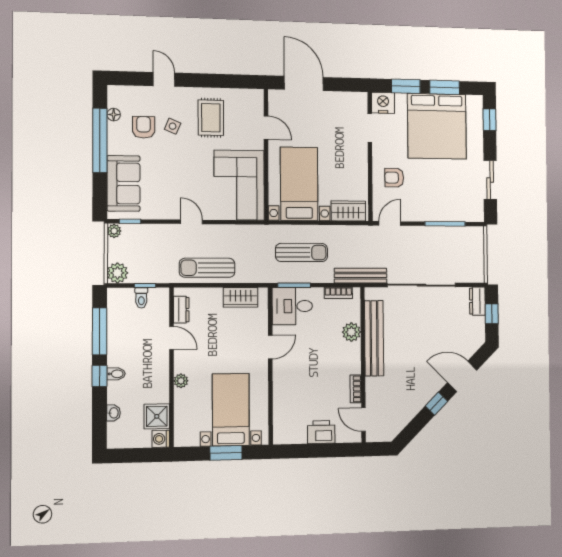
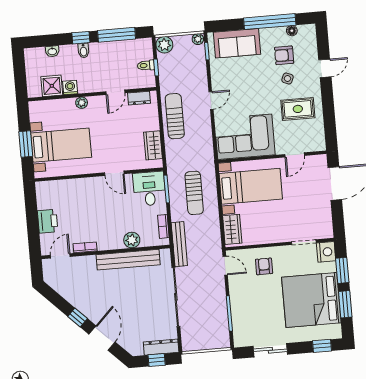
armchair: (144, 127) -> (284, 55), turned 180
dresser: (477, 301) -> (161, 347), width x1.44
washing machine: (161, 439) -> (70, 87), moved

